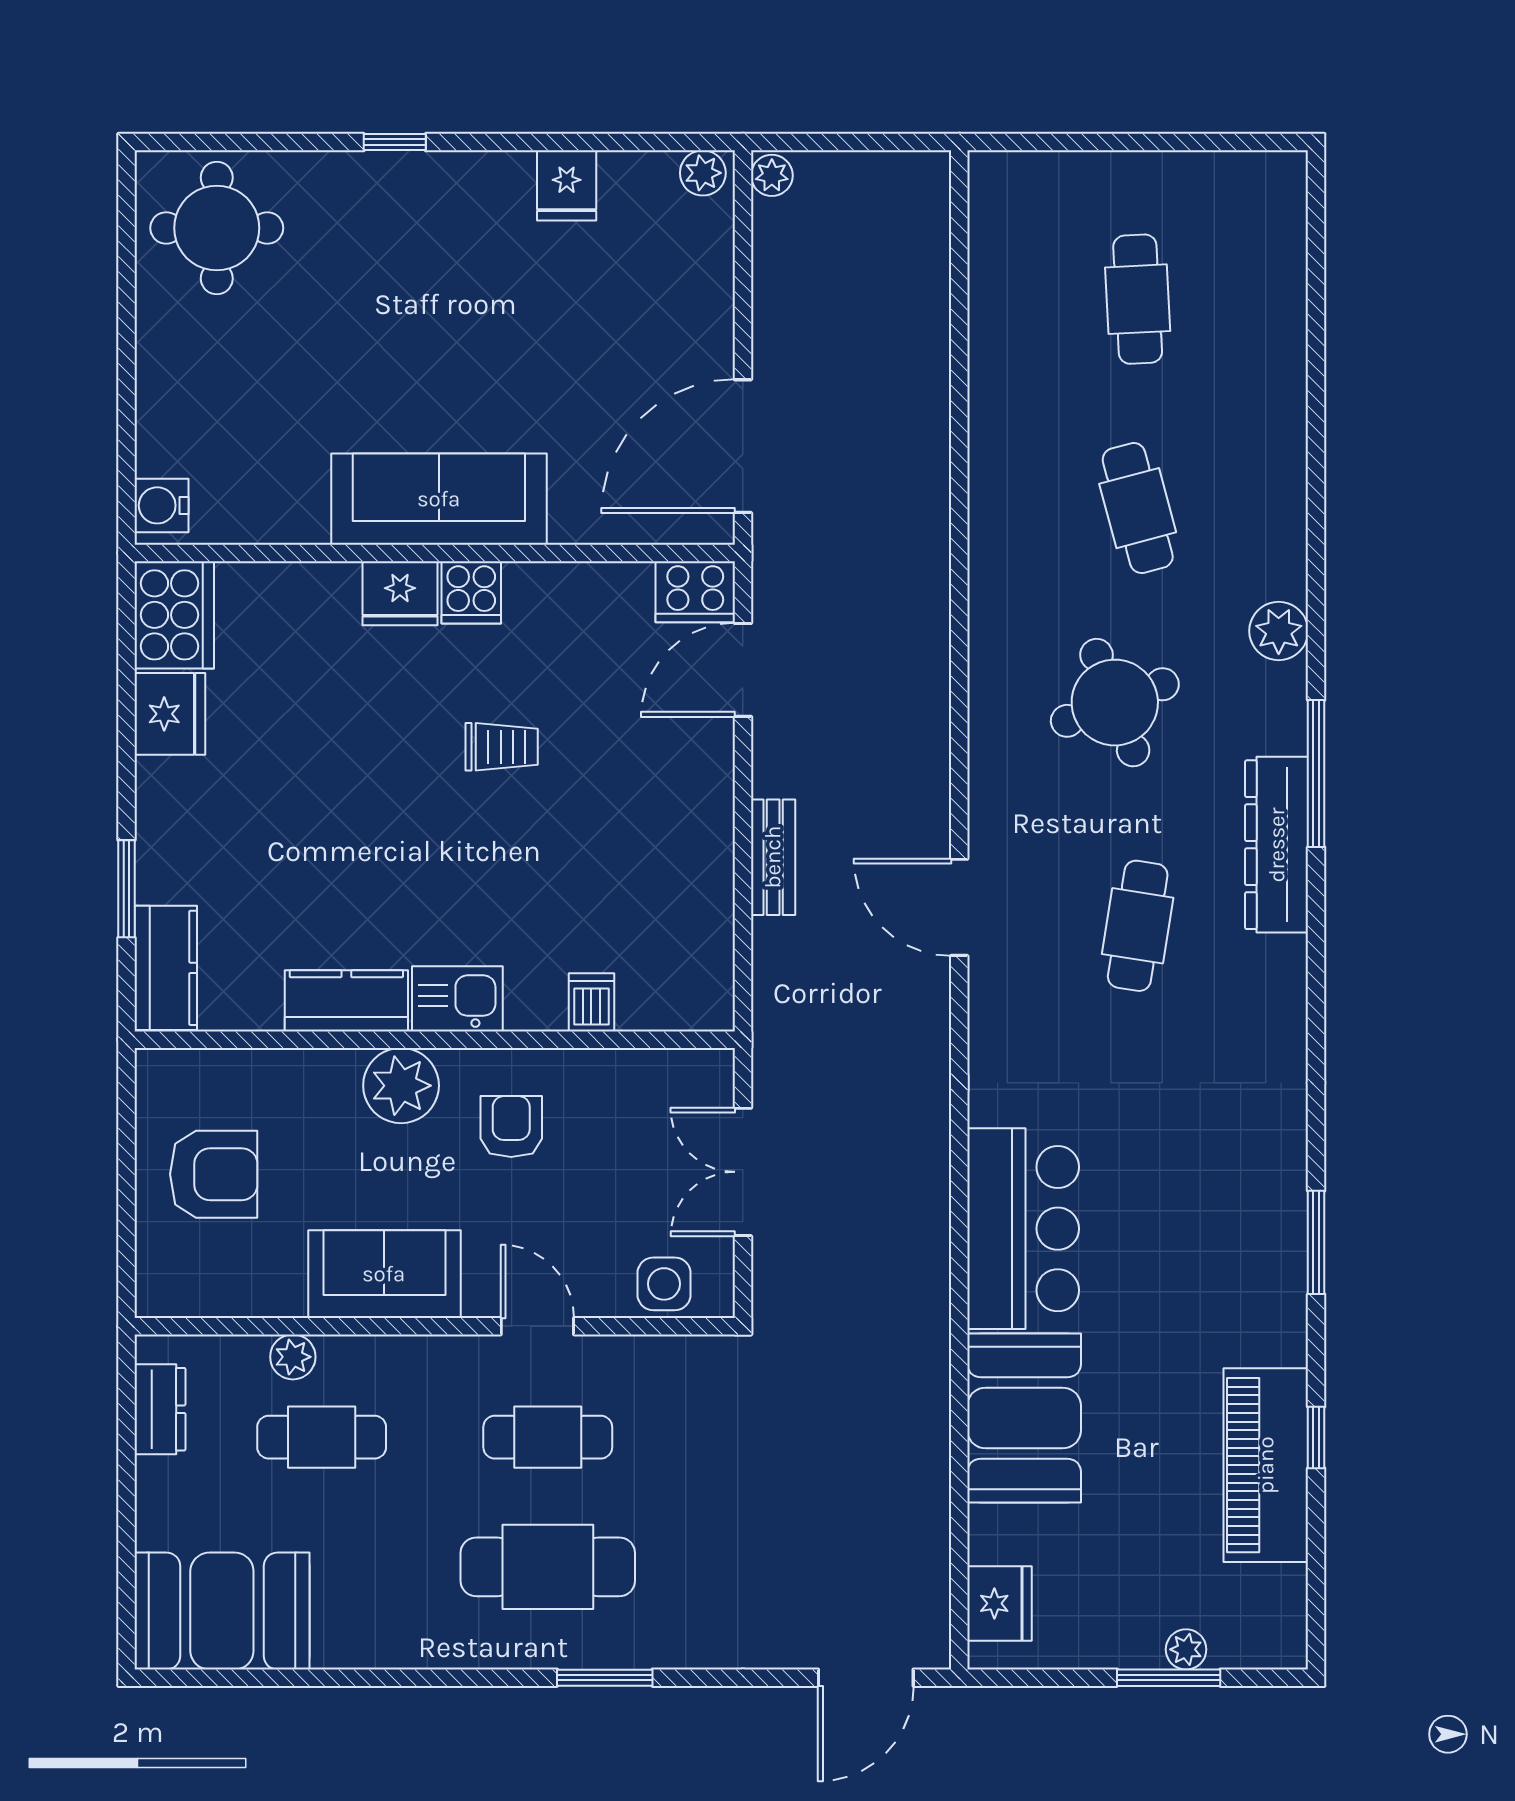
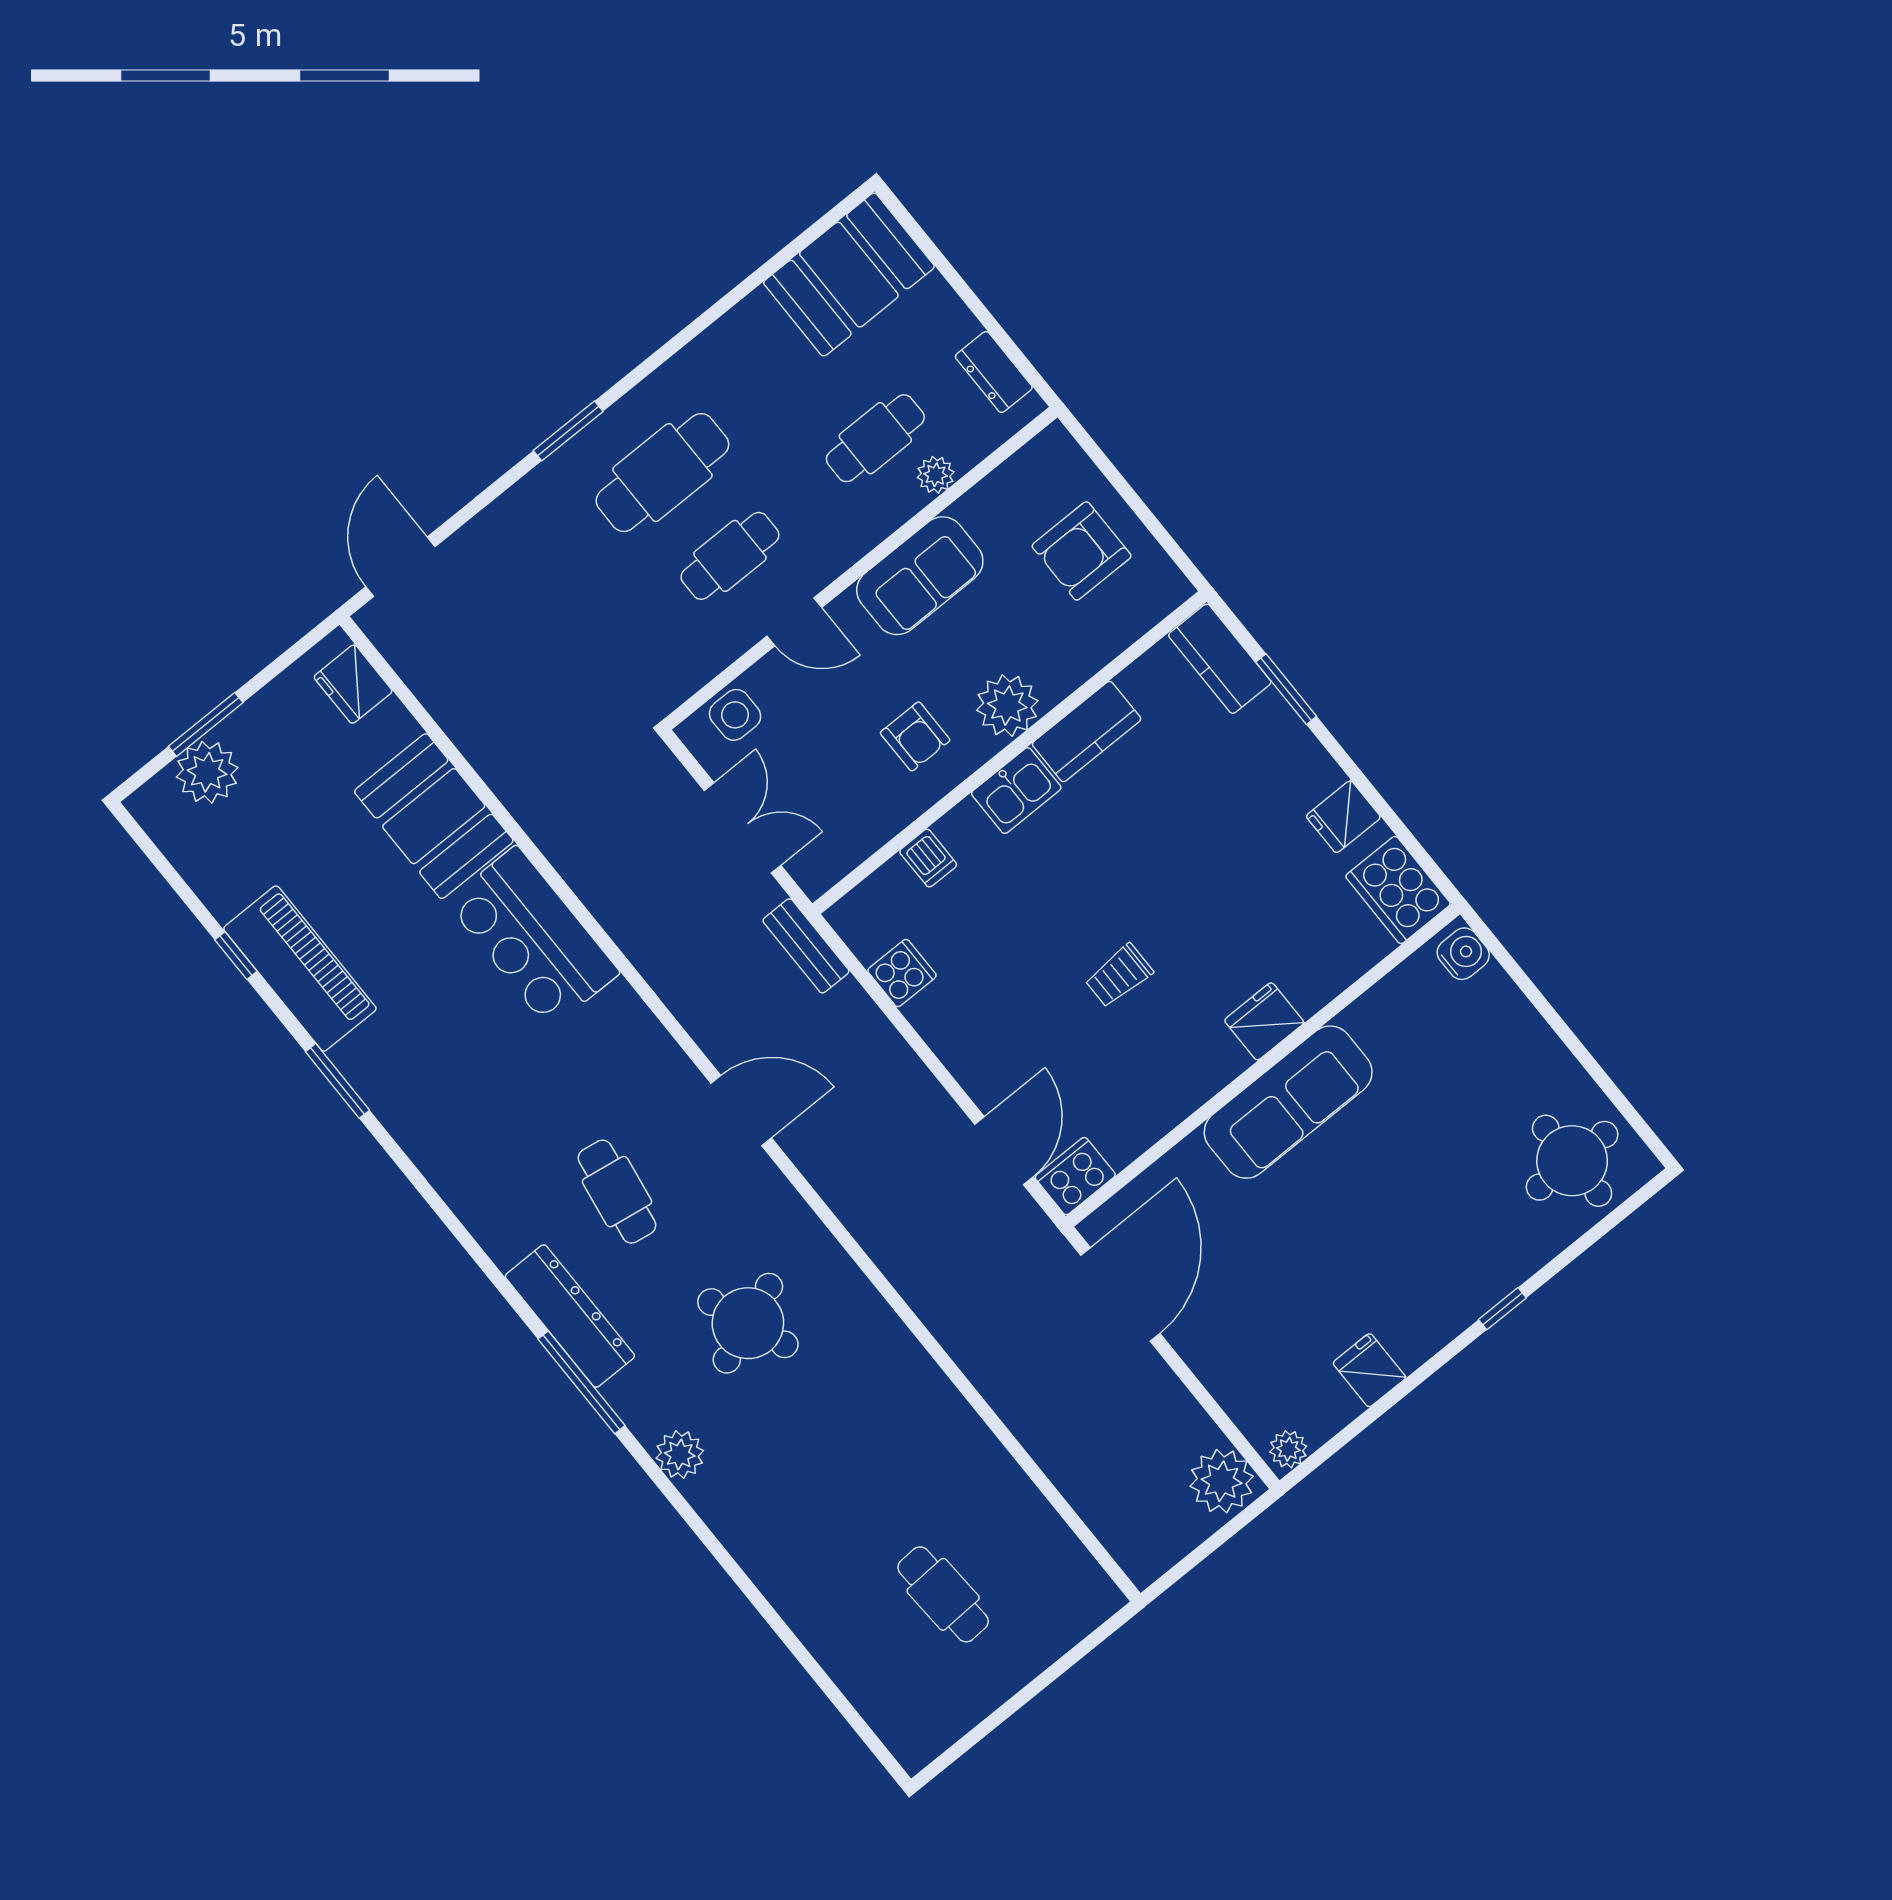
plant: (772, 175) -> (1222, 1481), width x1.87, depth x1.87
cafe table: (1138, 508) -> (834, 1460), removed
cooker: (471, 592) -> (902, 973), moved, turned 90
fridge: (170, 714) -> (1343, 817), width x0.72
bench: (773, 857) -> (806, 946), moved
piano: (1266, 1465) -> (300, 969), moved
plant: (1186, 1649) -> (207, 772), width x1.88, depth x1.88

